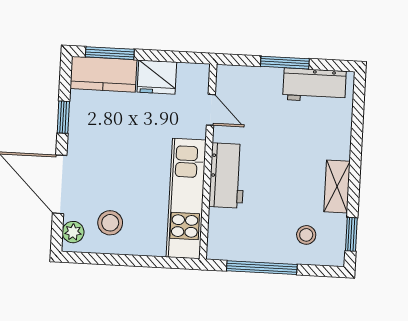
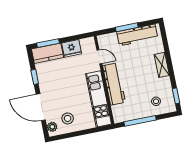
workbench: (314, 85) -> (137, 35), width x1.38
workbench: (227, 175) -> (114, 84), width x1.38
shelving: (337, 187) -> (162, 65), moved

